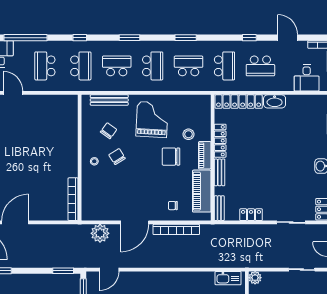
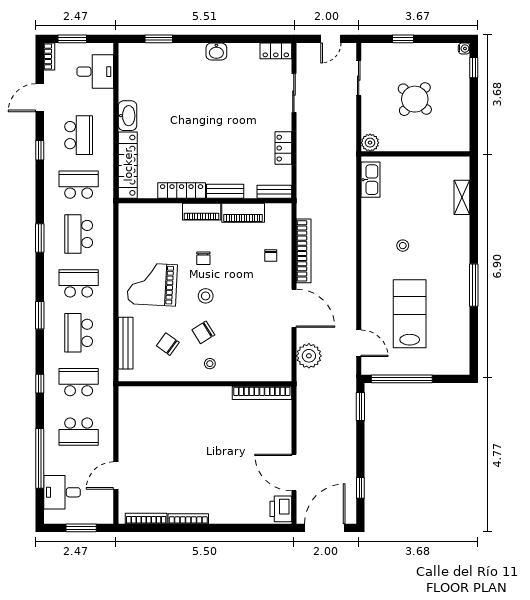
stool: (188, 134) -> (206, 296), moved
chair: (171, 157) -> (203, 258), width x0.54, depth x0.54
piano: (202, 191) -> (243, 213), width x0.73, depth x0.75

